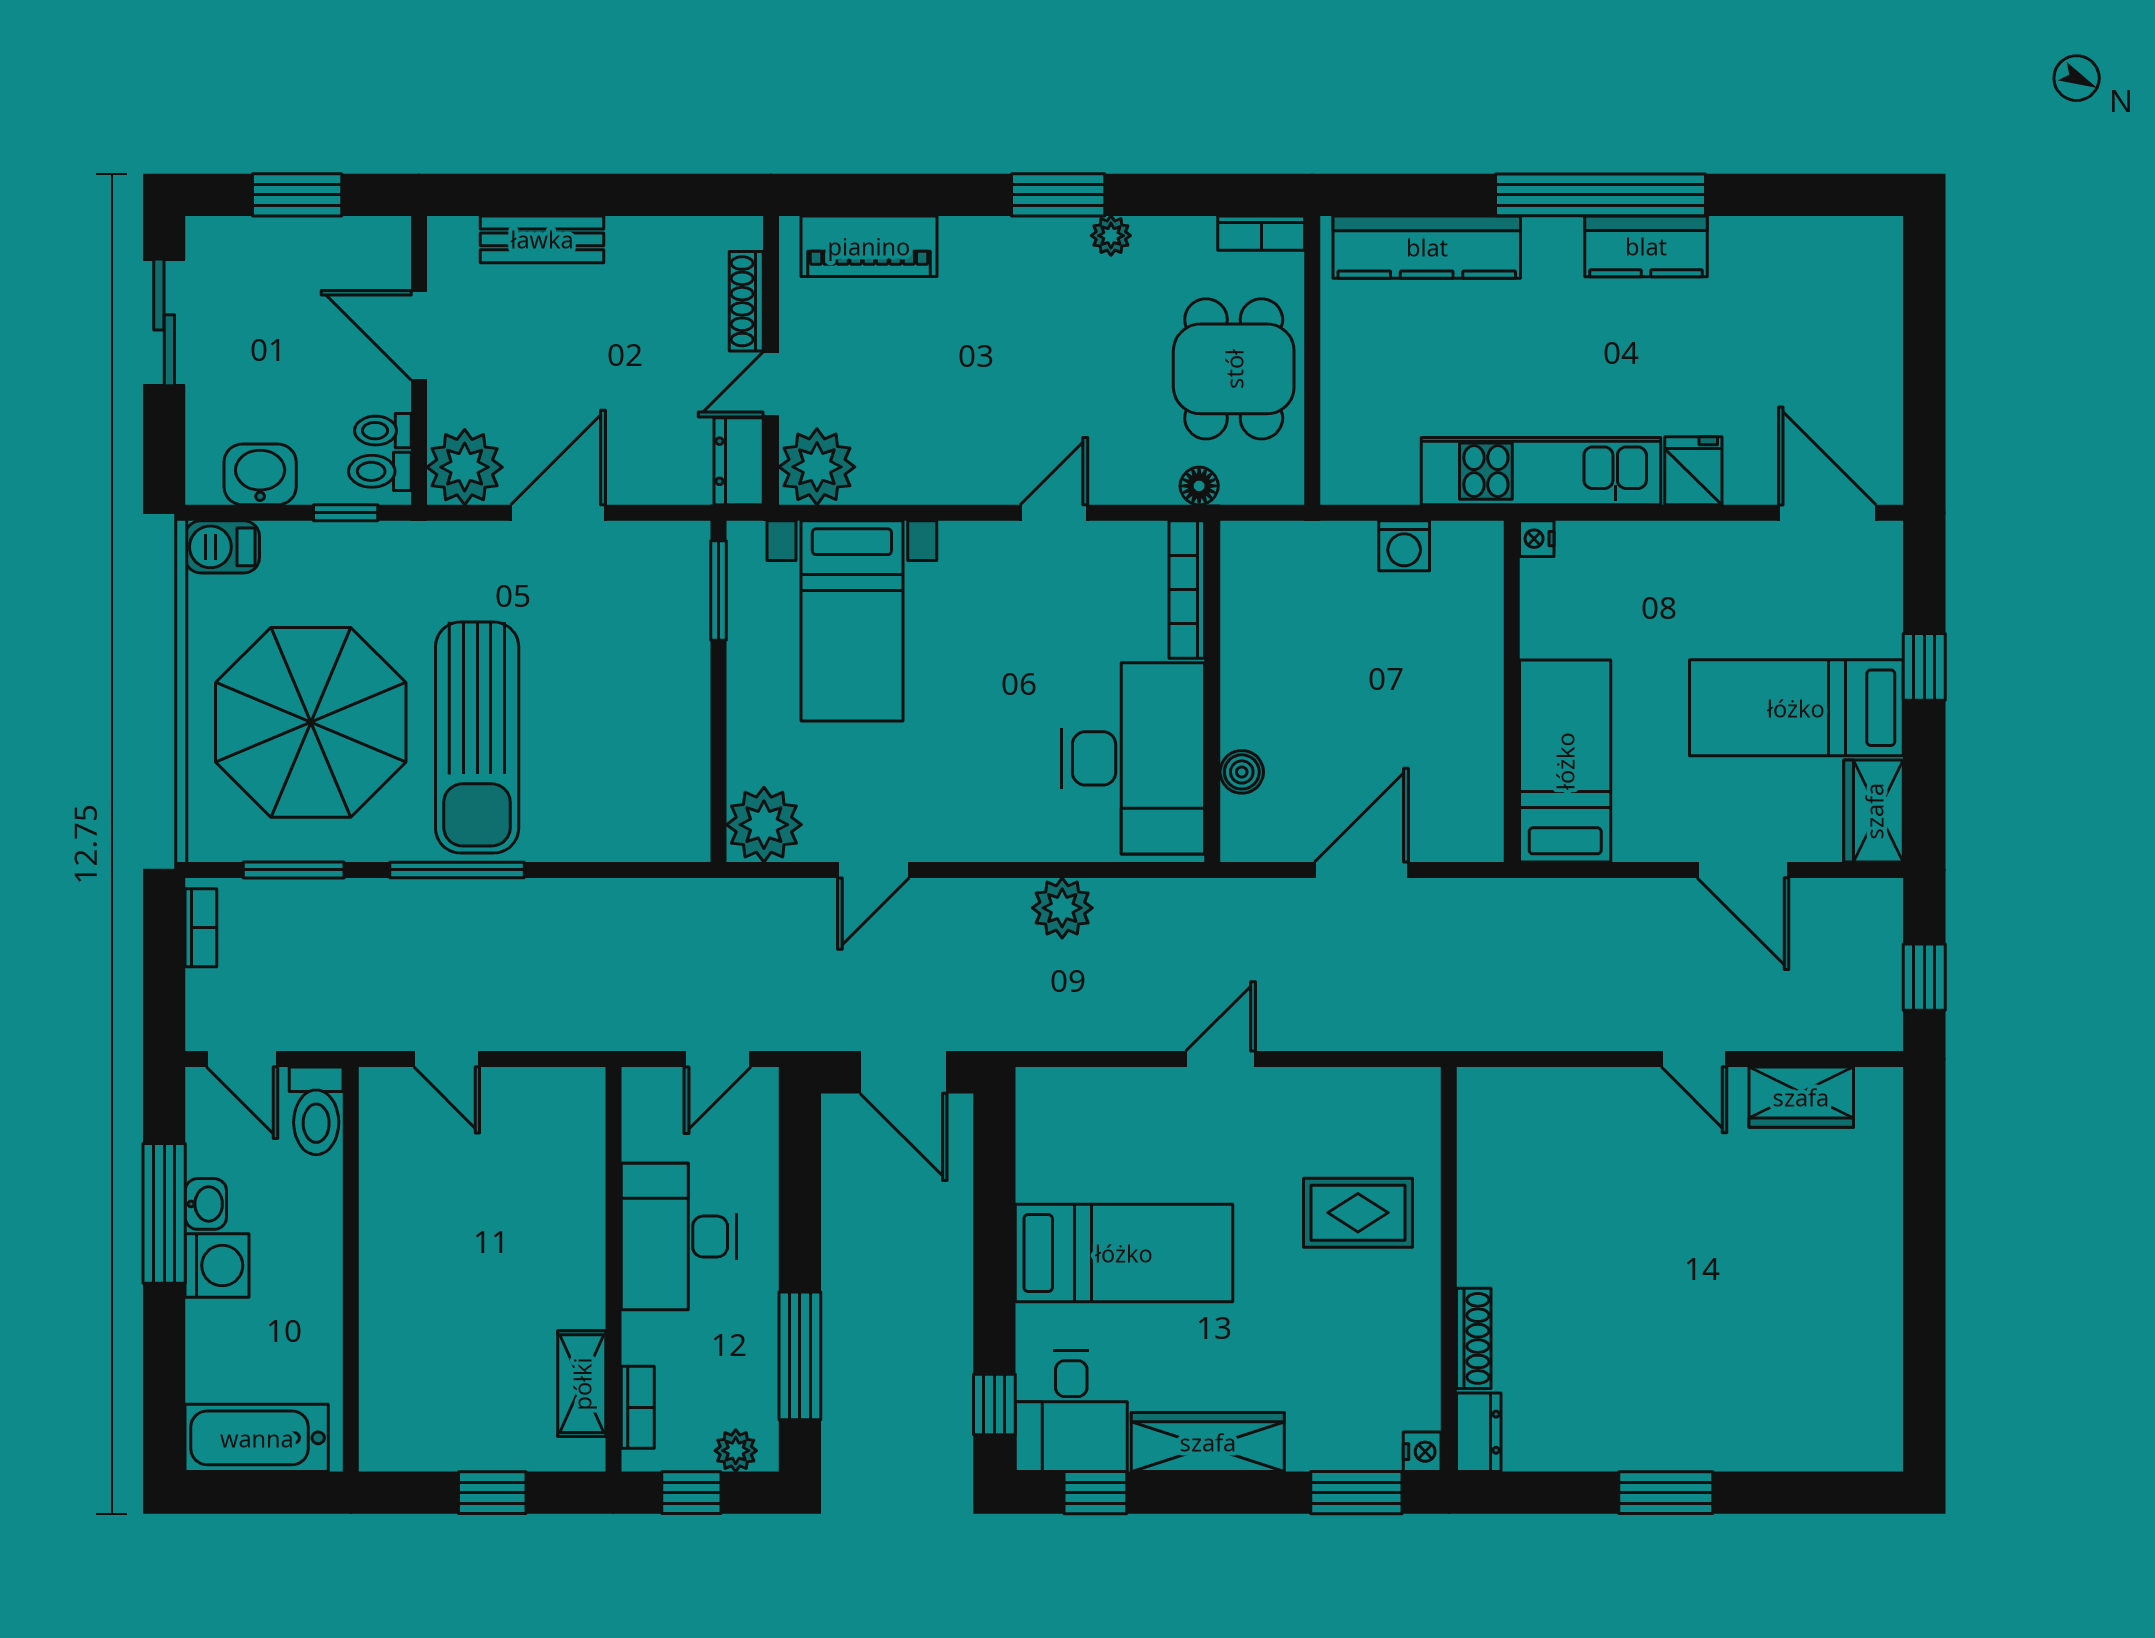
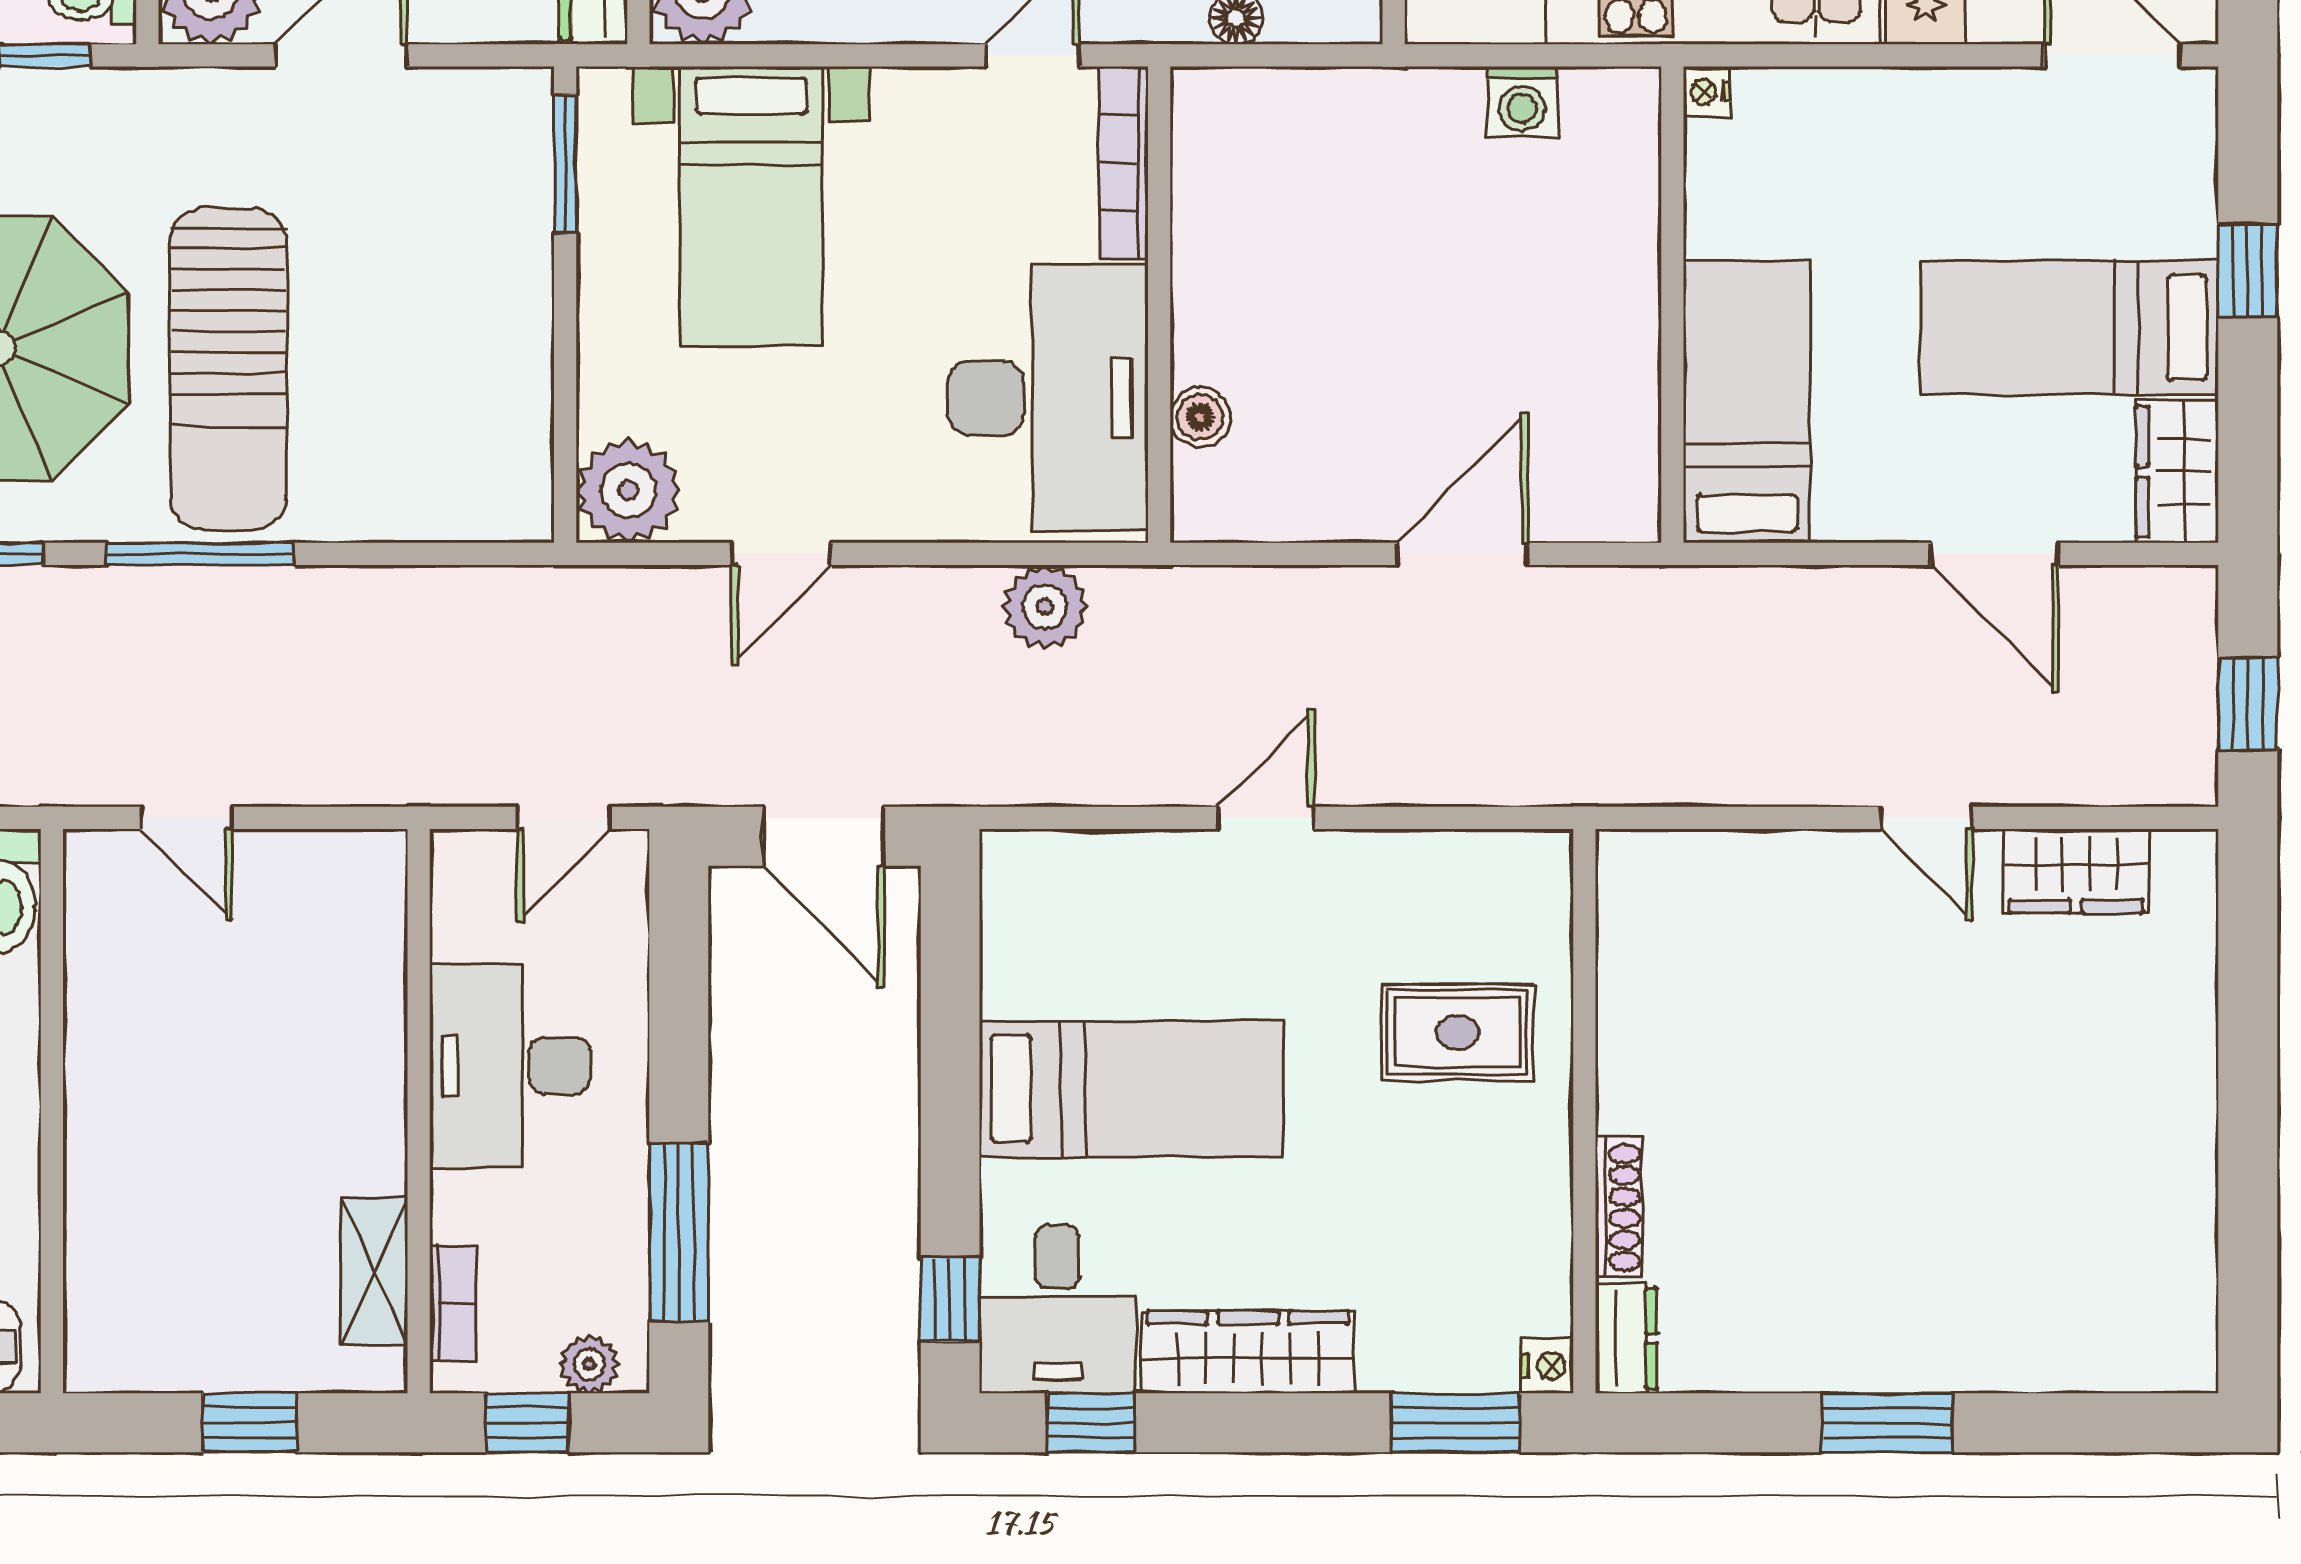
bookcase: (1187, 590) -> (1123, 163), moved
wall: (1212, 691) -> (1159, 305), moved
desk: (1133, 758) -> (1048, 398), moved
boiler: (1242, 772) -> (1200, 417), moved

